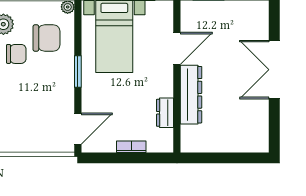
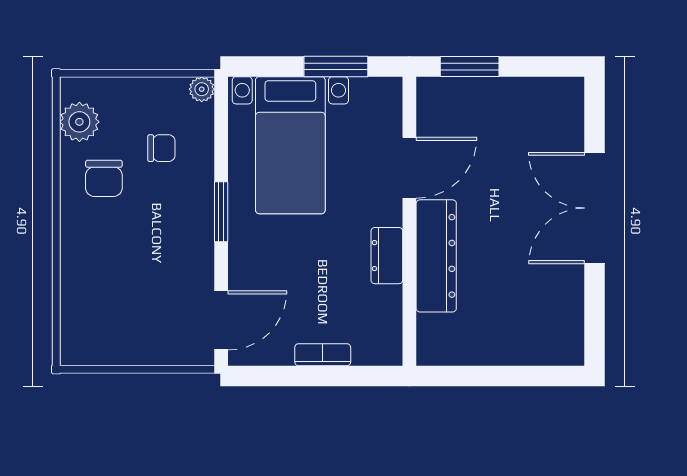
chair: (46, 38) -> (161, 148), width x0.54, depth x0.54
chair: (16, 54) -> (104, 178), turned 90
dresser: (165, 113) -> (387, 256), moved

